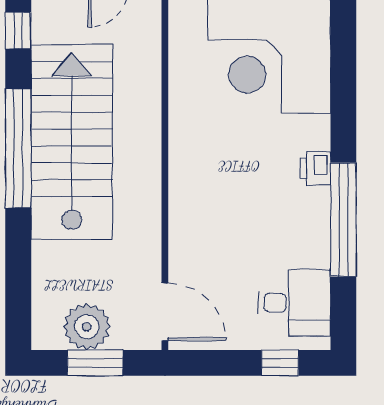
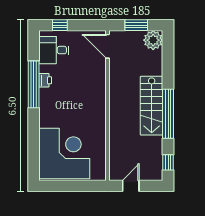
stairs: (72, 142) -> (152, 106), width x0.73, depth x0.66
printer: (316, 168) -> (45, 80), moved
plant: (87, 327) -> (153, 40), moved

